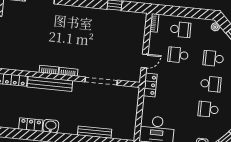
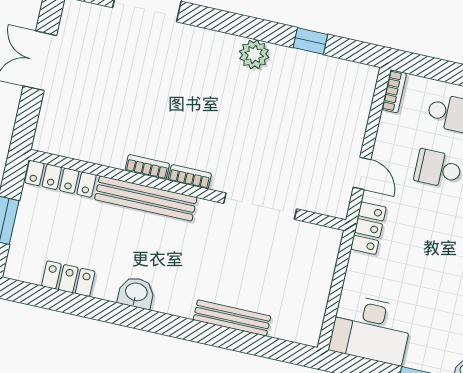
plant: (90, 14) -> (254, 54), added
door: (145, 61) -> (362, 173), hinge flipped
locker: (31, 125) -> (68, 279), moved

